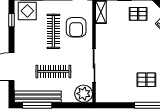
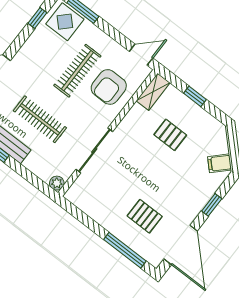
pallet: (138, 14) -> (170, 135), moved
plant: (84, 94) -> (57, 183), width x0.53, depth x0.53

